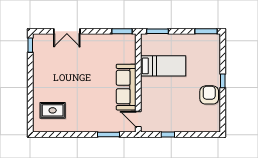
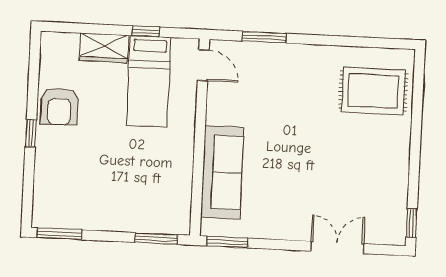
bed: (163, 66) -> (149, 81), moved, turned -90
sofa: (126, 87) -> (222, 172), moved
rug: (53, 110) -> (373, 91), width x1.36, depth x1.43
wardrobe: (188, 125) -> (104, 48), added

